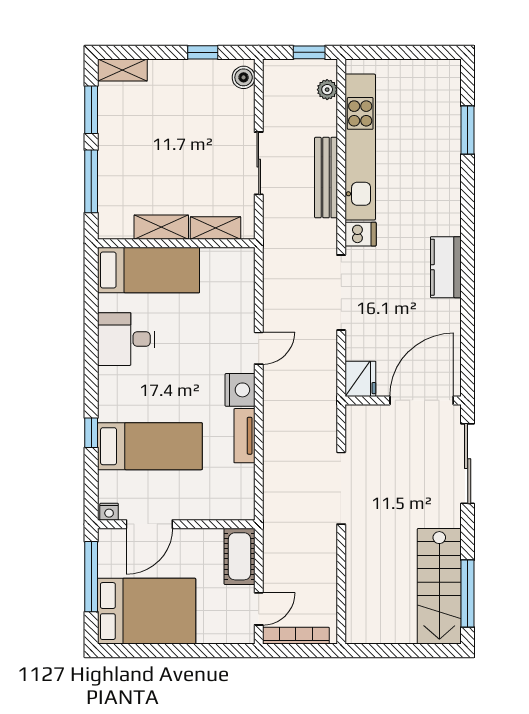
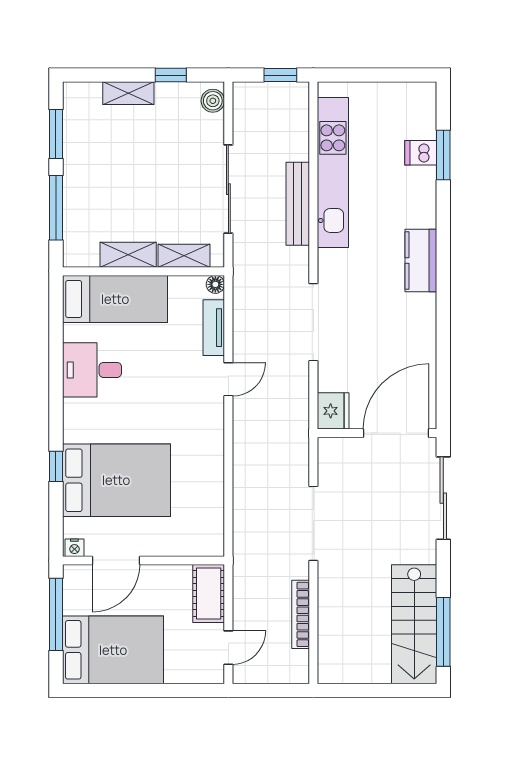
shelving: (122, 70) -> (128, 93), moved
plant: (327, 90) -> (299, 113), removed
sliding door: (259, 163) -> (228, 189), width x1.37
dishwasher: (361, 234) -> (421, 153), moved, turned 180
floor lamp: (246, 256) -> (215, 284), added
kitchen counter: (446, 267) -> (421, 261), moved
nightstand: (240, 390) -> (209, 422), removed
tv unit: (244, 436) -> (214, 328), moved
bed: (150, 446) -> (116, 480), width x1.50
bookcase: (296, 636) -> (301, 614), moved, turned -90

